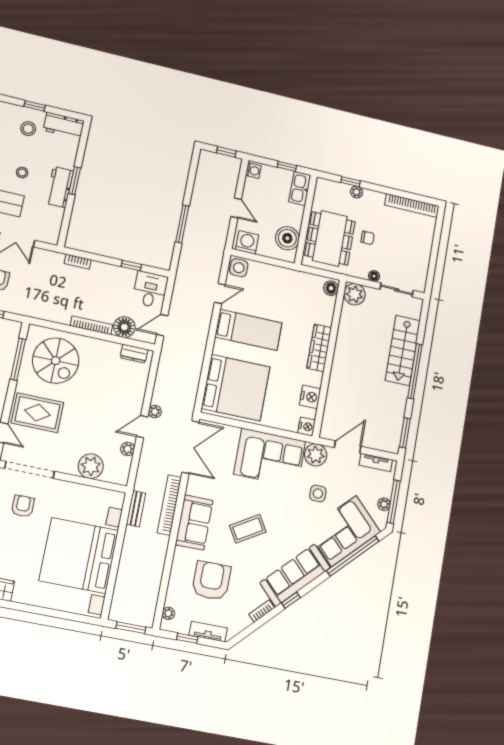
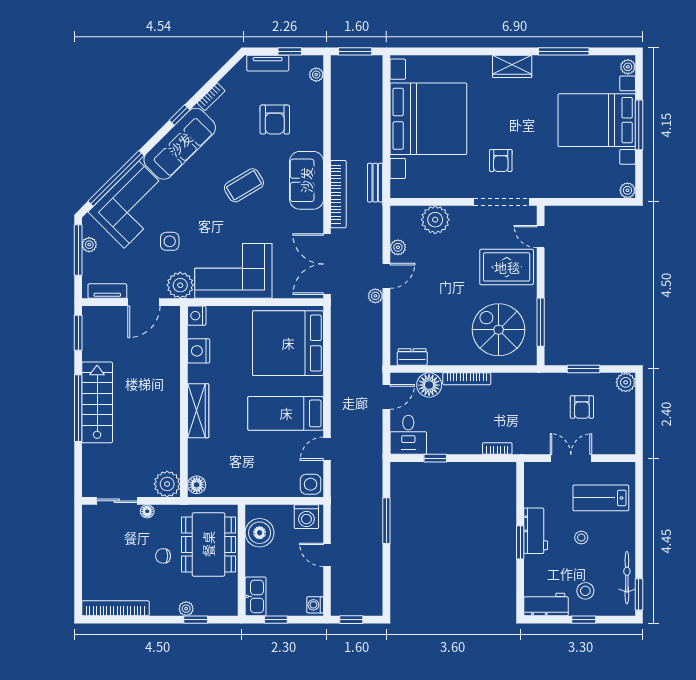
stairs: (403, 351) -> (97, 402), moved
armchair: (211, 581) -> (275, 120), width x0.73, depth x0.73

